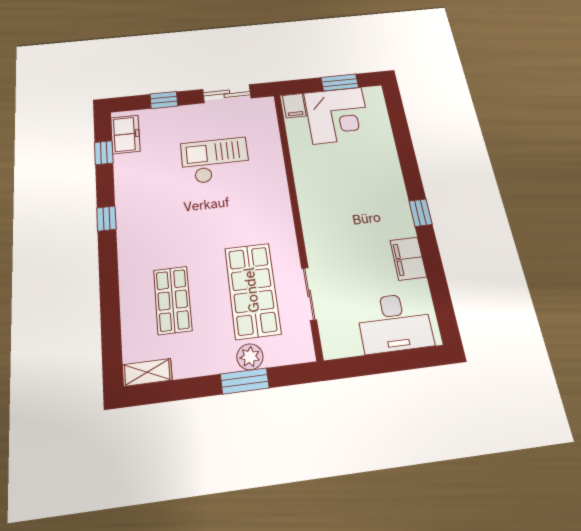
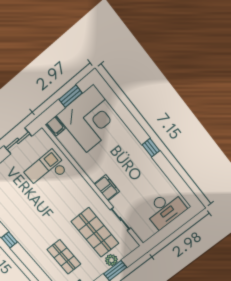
corner desk: (337, 115) -> (90, 119), width x1.36, depth x1.36
checkout: (215, 161) -> (46, 170), moved
filing cabinet: (408, 259) -> (107, 188), moved, turned 180

